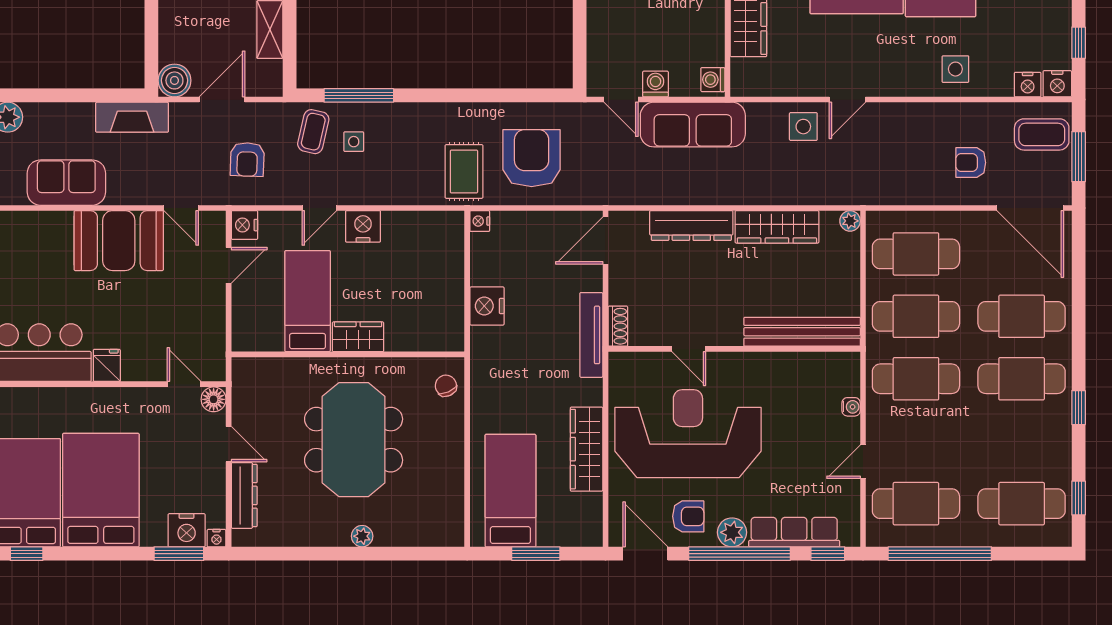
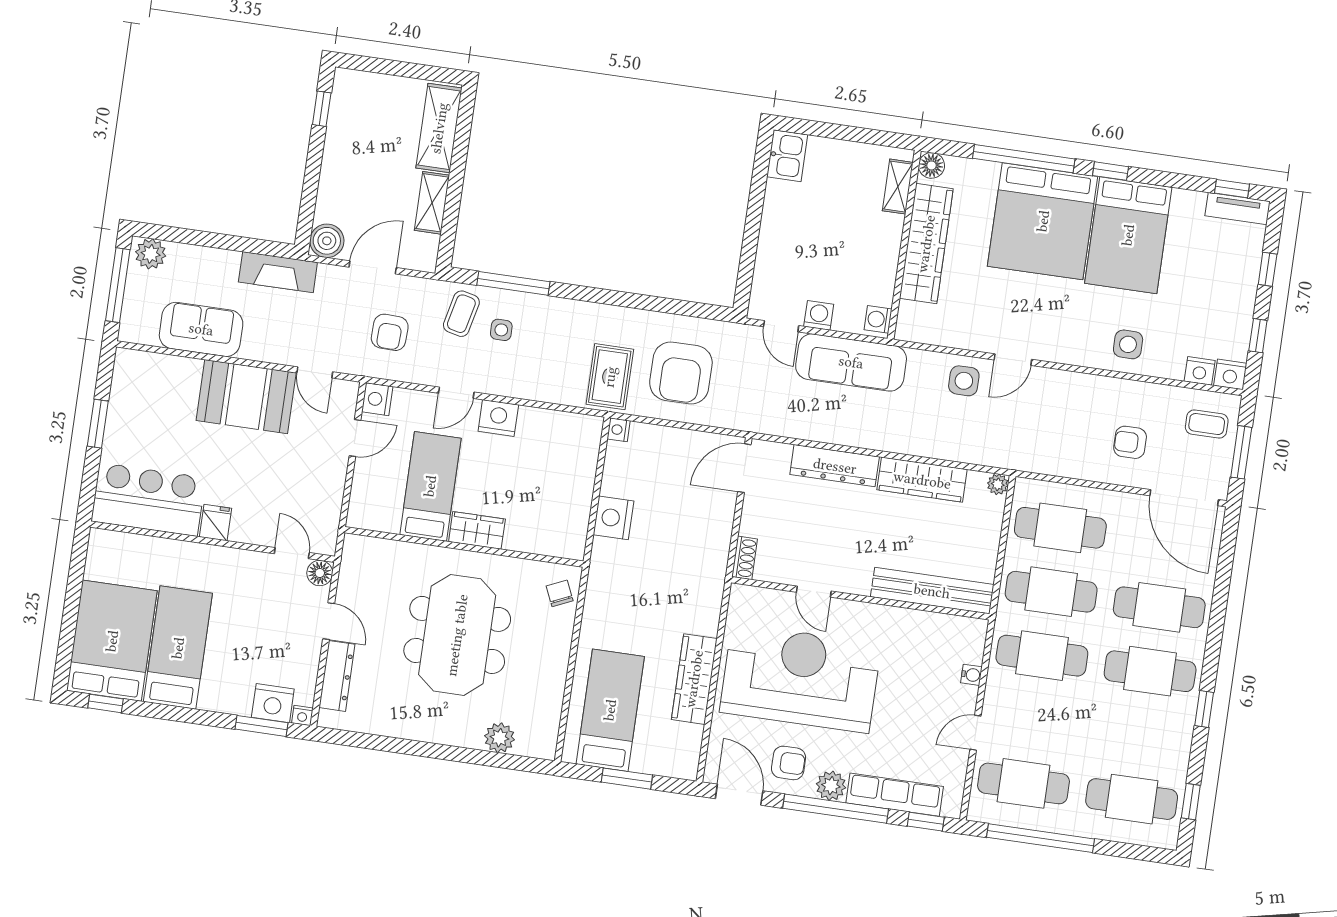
coffee table: (1042, 134) -> (1207, 424), width x0.73, depth x0.77
armchair: (532, 158) -> (681, 373), turned 180
tv unit: (591, 335) -> (716, 563), removed
bed: (101, 490) -> (178, 648), width x0.67
plant: (362, 536) -> (500, 738), moved, width x1.38, depth x1.38

